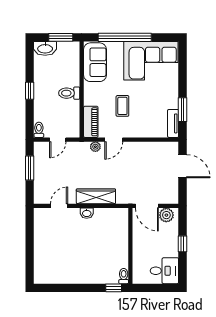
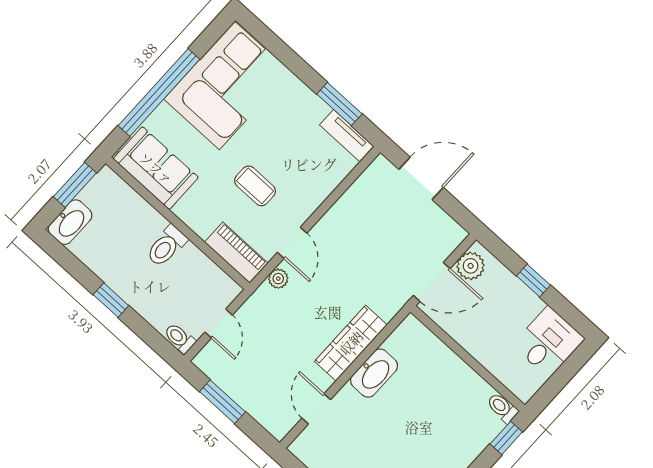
washbasin: (87, 213) -> (374, 373), width x1.91, depth x1.45

